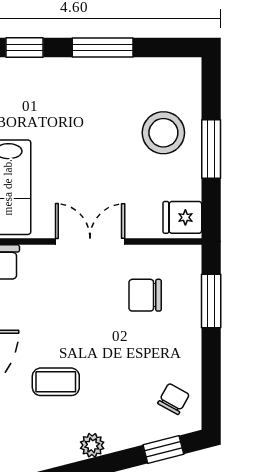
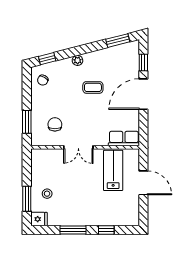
stool: (163, 133) -> (47, 194), width x0.53, depth x0.53
window: (211, 149) -> (27, 199), moved
fridge: (182, 217) -> (39, 219), moved
chair: (145, 295) -> (55, 124), turned -90

